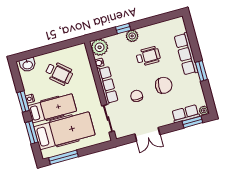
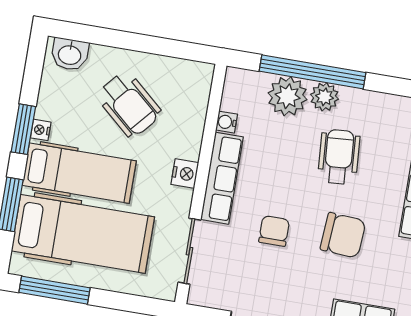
window: (123, 29) -> (312, 72), width x3.17
plant: (100, 47) -> (288, 96), moved
wheelchair: (148, 56) -> (339, 157), turned -94
nightstand: (92, 90) -> (185, 174), added

